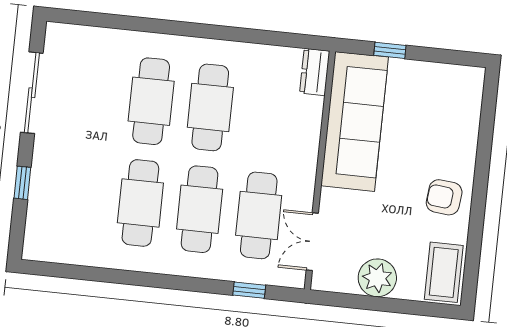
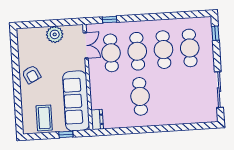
cafe table: (151, 101) -> (190, 48), moved
window: (22, 183) -> (215, 33), moved
armchair: (444, 197) -> (31, 74), turned 58
coffee table: (444, 272) -> (44, 118), moved

